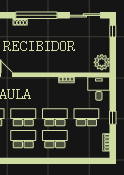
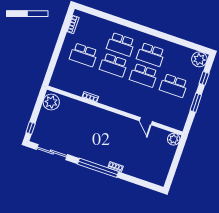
desk: (99, 89) -> (62, 78), removed
window: (113, 118) -> (59, 46), removed

